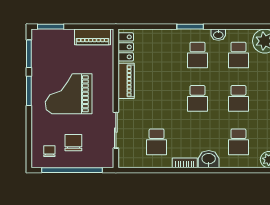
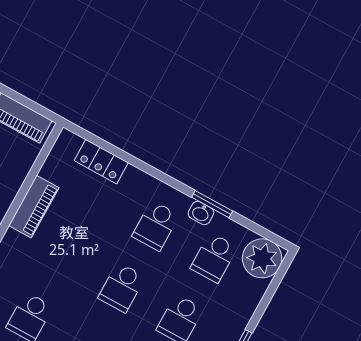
window: (190, 27) -> (212, 204), moved
locker: (126, 47) -> (101, 162), moved, turned 90

